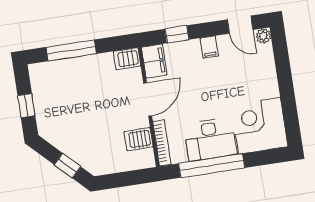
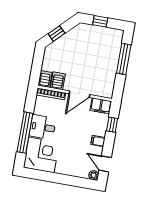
door: (240, 25) -> (105, 164), hinge flipped
server rack: (127, 59) -> (45, 79), moved
door: (148, 99) -> (79, 94), hinge flipped
desk: (210, 139) -> (43, 127), width x0.73
window: (212, 166) -> (25, 133), moved

